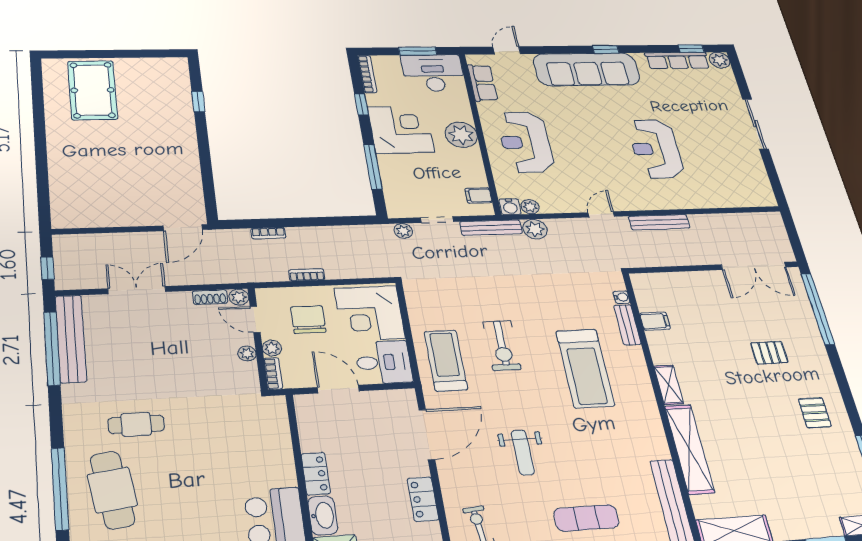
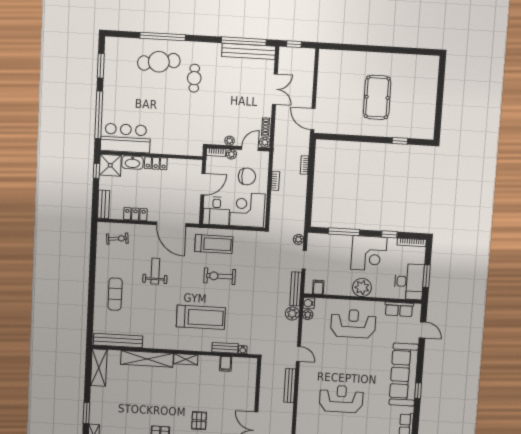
pool table: (92, 90) -> (377, 97), moved, turned 90
treadmill: (585, 368) -> (201, 317), turned 180
weight bench: (523, 452) -> (155, 271), turned 90

